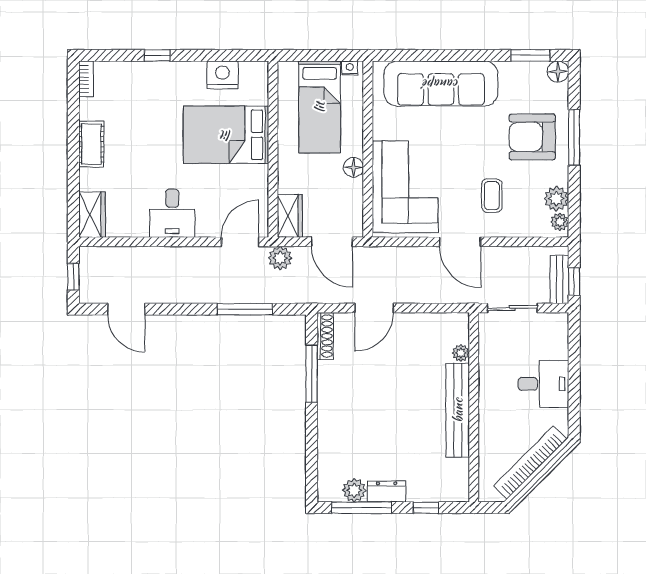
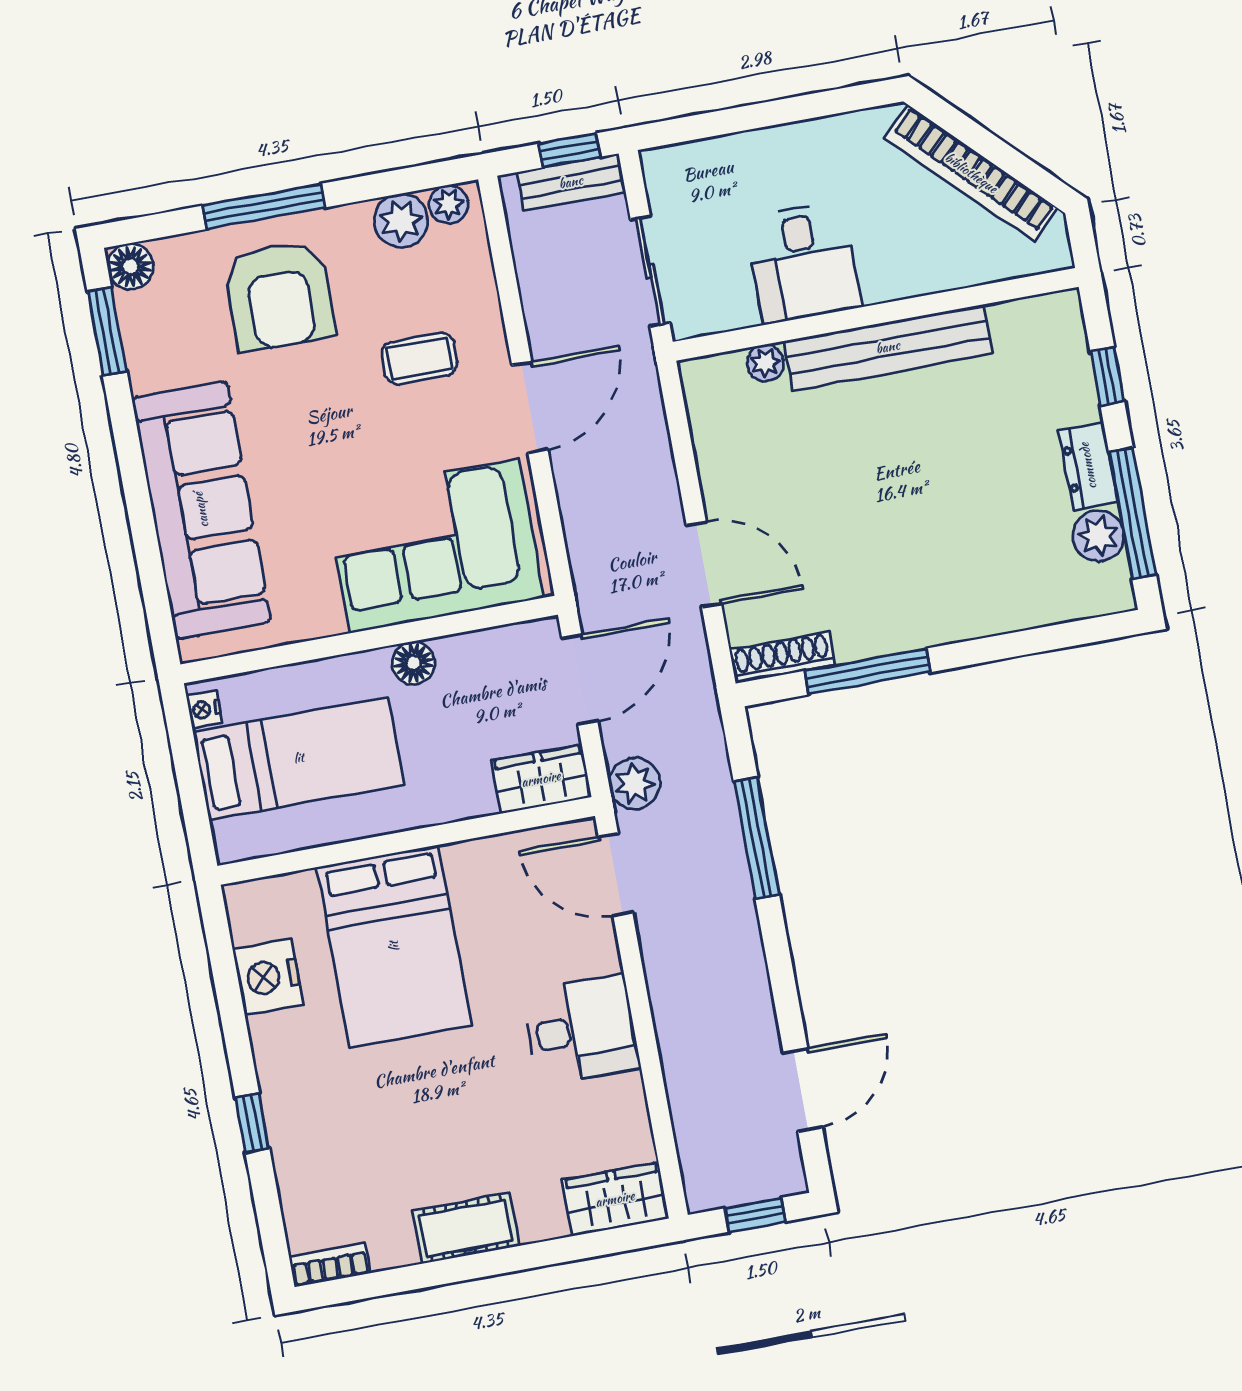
desk: (543, 384) -> (803, 263), moved, turned 180

